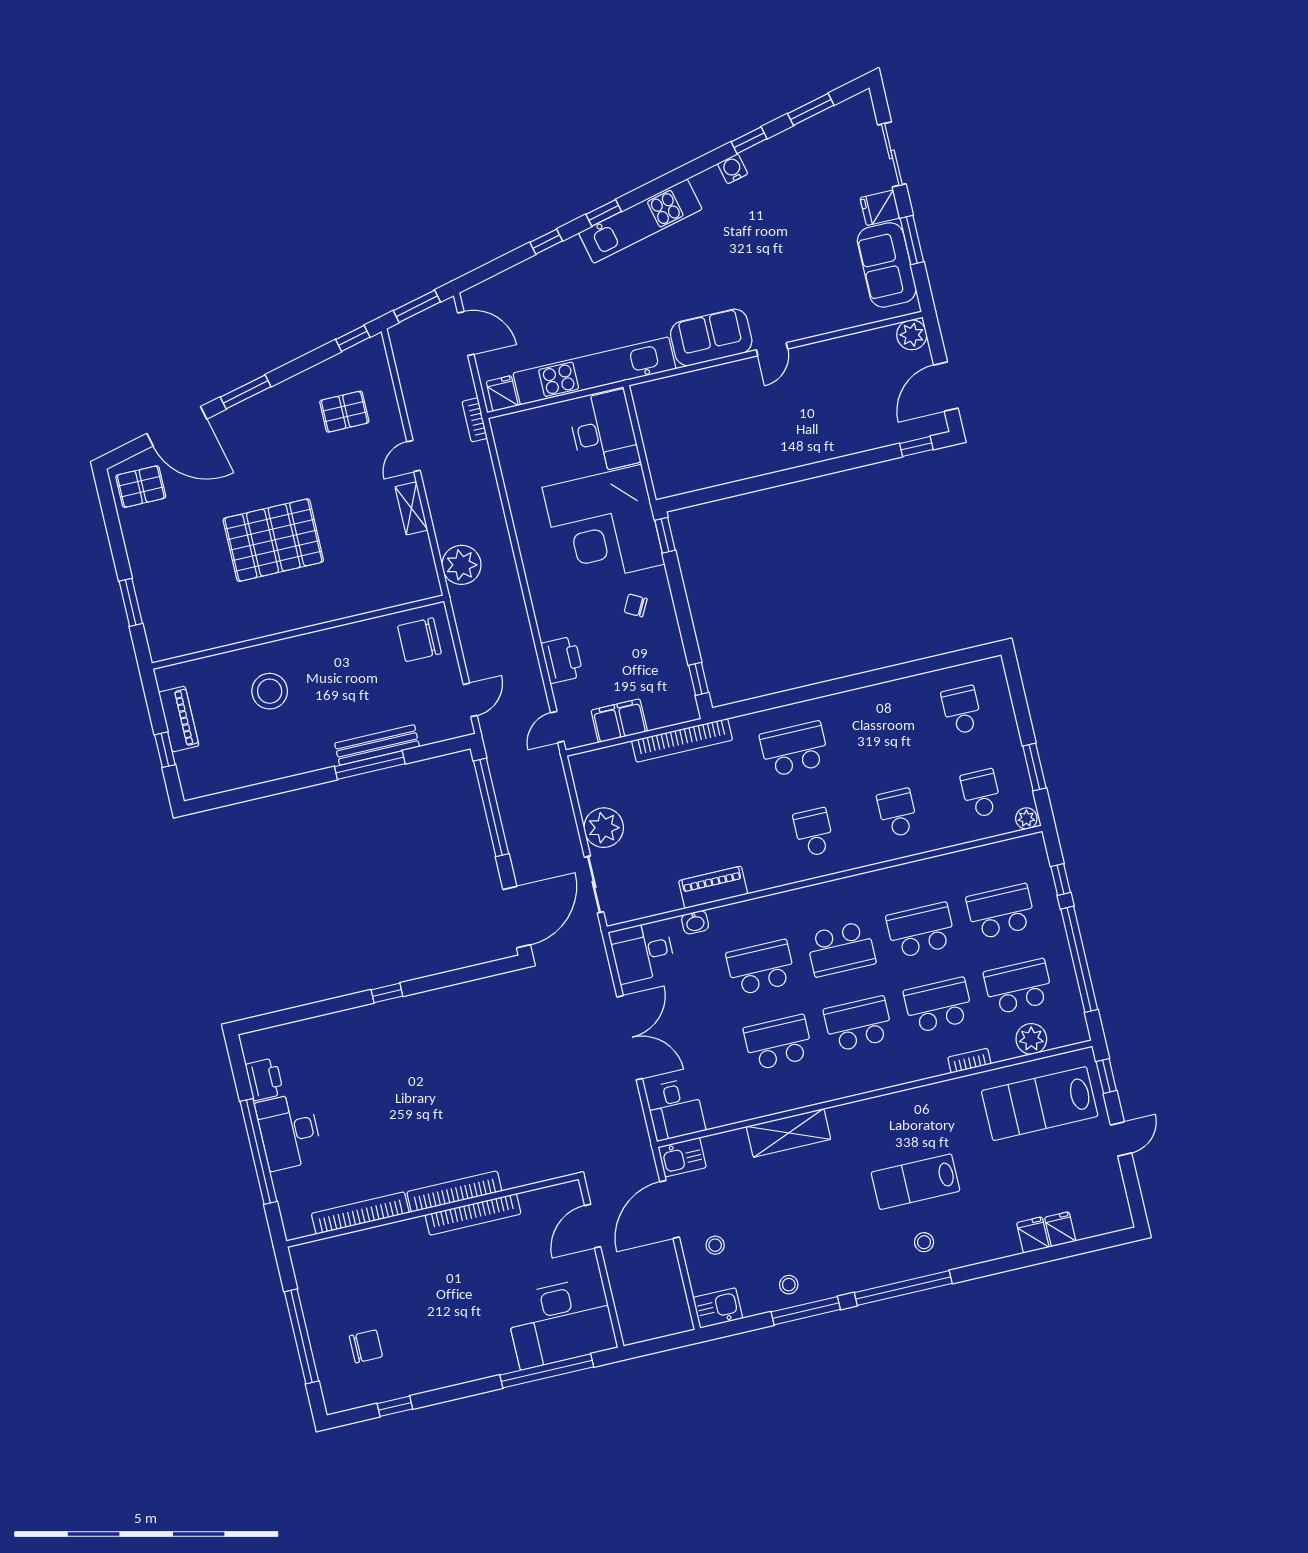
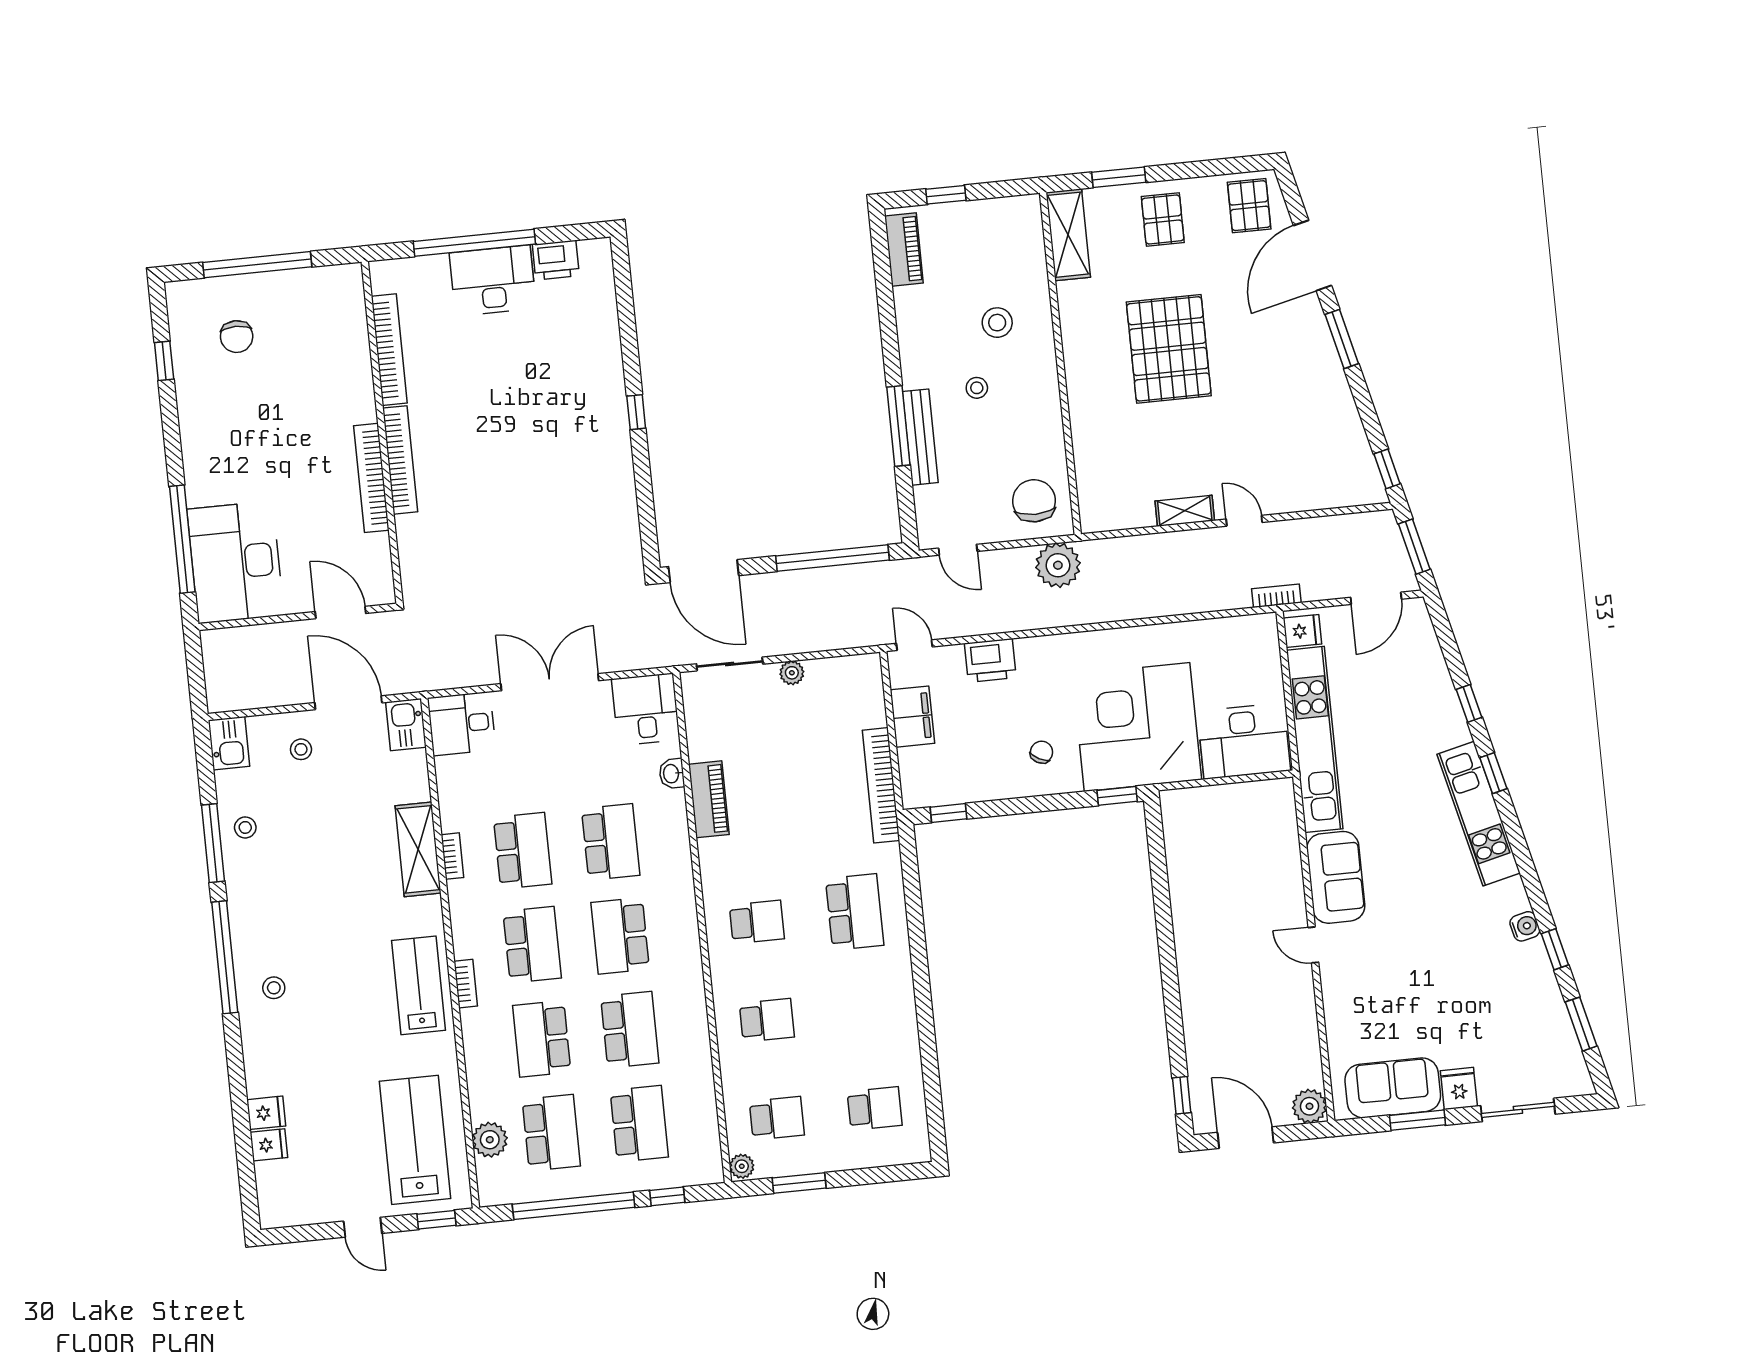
pallet: (344, 412) -> (1163, 220), moved
plant: (461, 565) -> (1058, 565), moved
shelving: (186, 640) -> (1068, 235), added
stool: (270, 691) -> (997, 323), width x0.73, depth x0.73
stool: (328, 702) -> (977, 388), added
piano: (179, 719) -> (904, 249), moved, turned -90
plant: (604, 828) -> (792, 673), width x0.53, depth x0.53
school desk: (938, 1005) -> (542, 1039), turned 180
double door: (630, 1038) -> (550, 682), swing flipped
bookcase: (969, 1061) -> (466, 984), moved
bookcase: (791, 1103) -> (452, 856), added
lab bench: (916, 1182) -> (418, 985), moved

